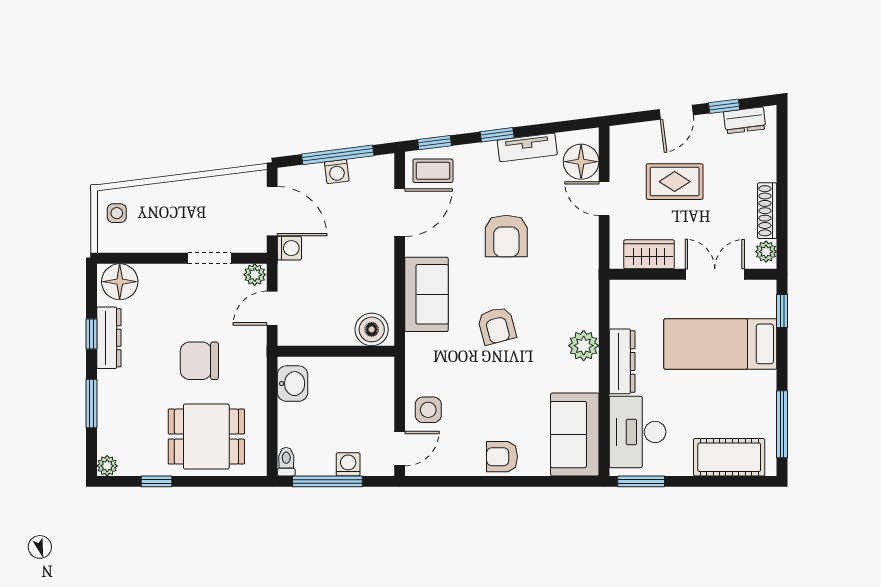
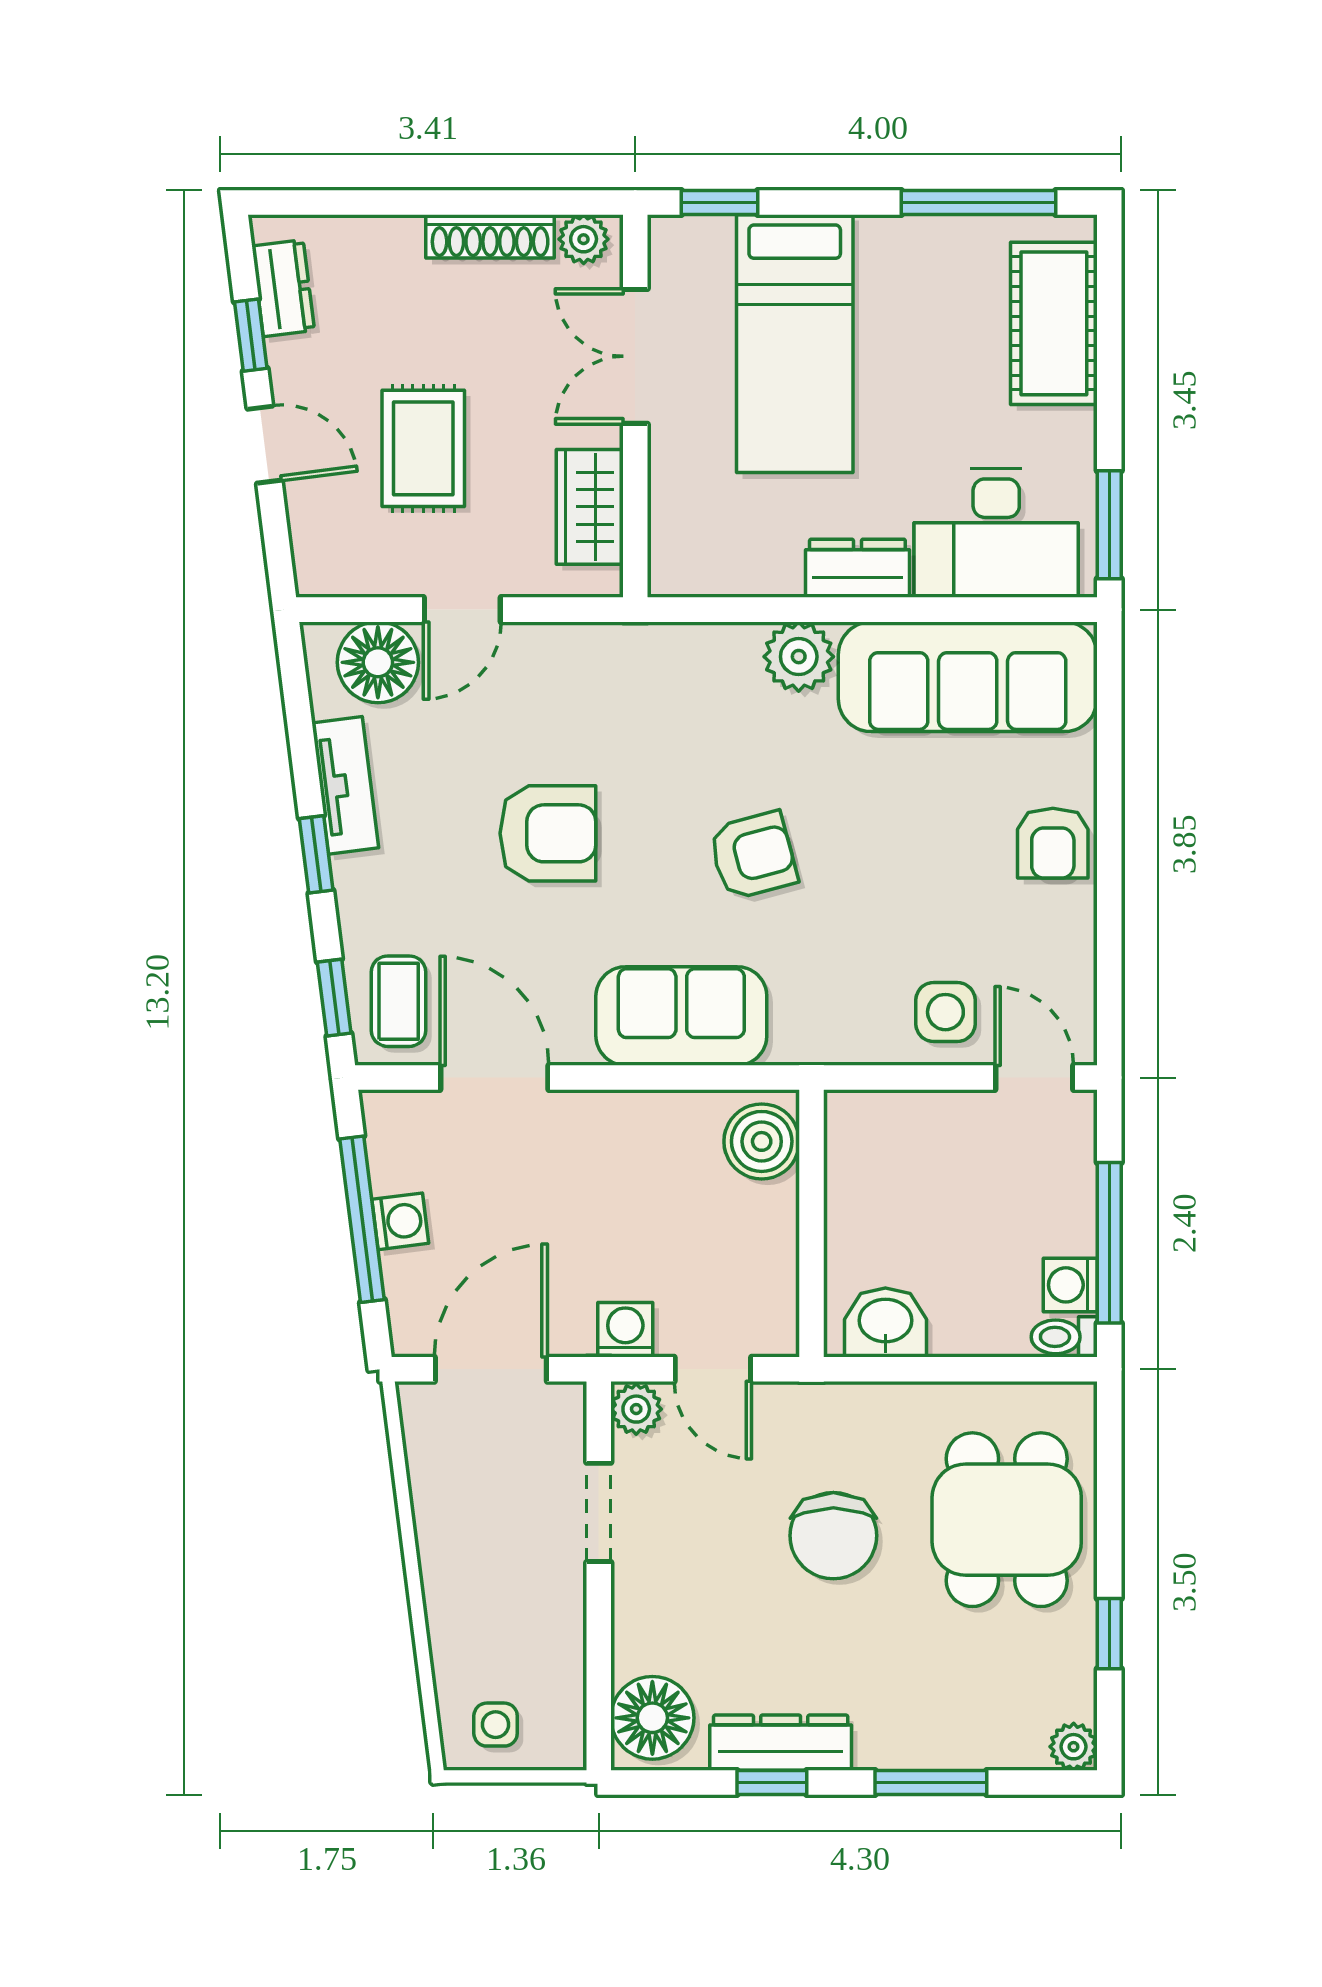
washing machine: (289, 248) -> (625, 1330), moved
dresser: (622, 361) -> (857, 568), width x0.70
sofa: (575, 435) -> (968, 677), width x1.36
washing machine: (348, 464) -> (1070, 1285), moved

